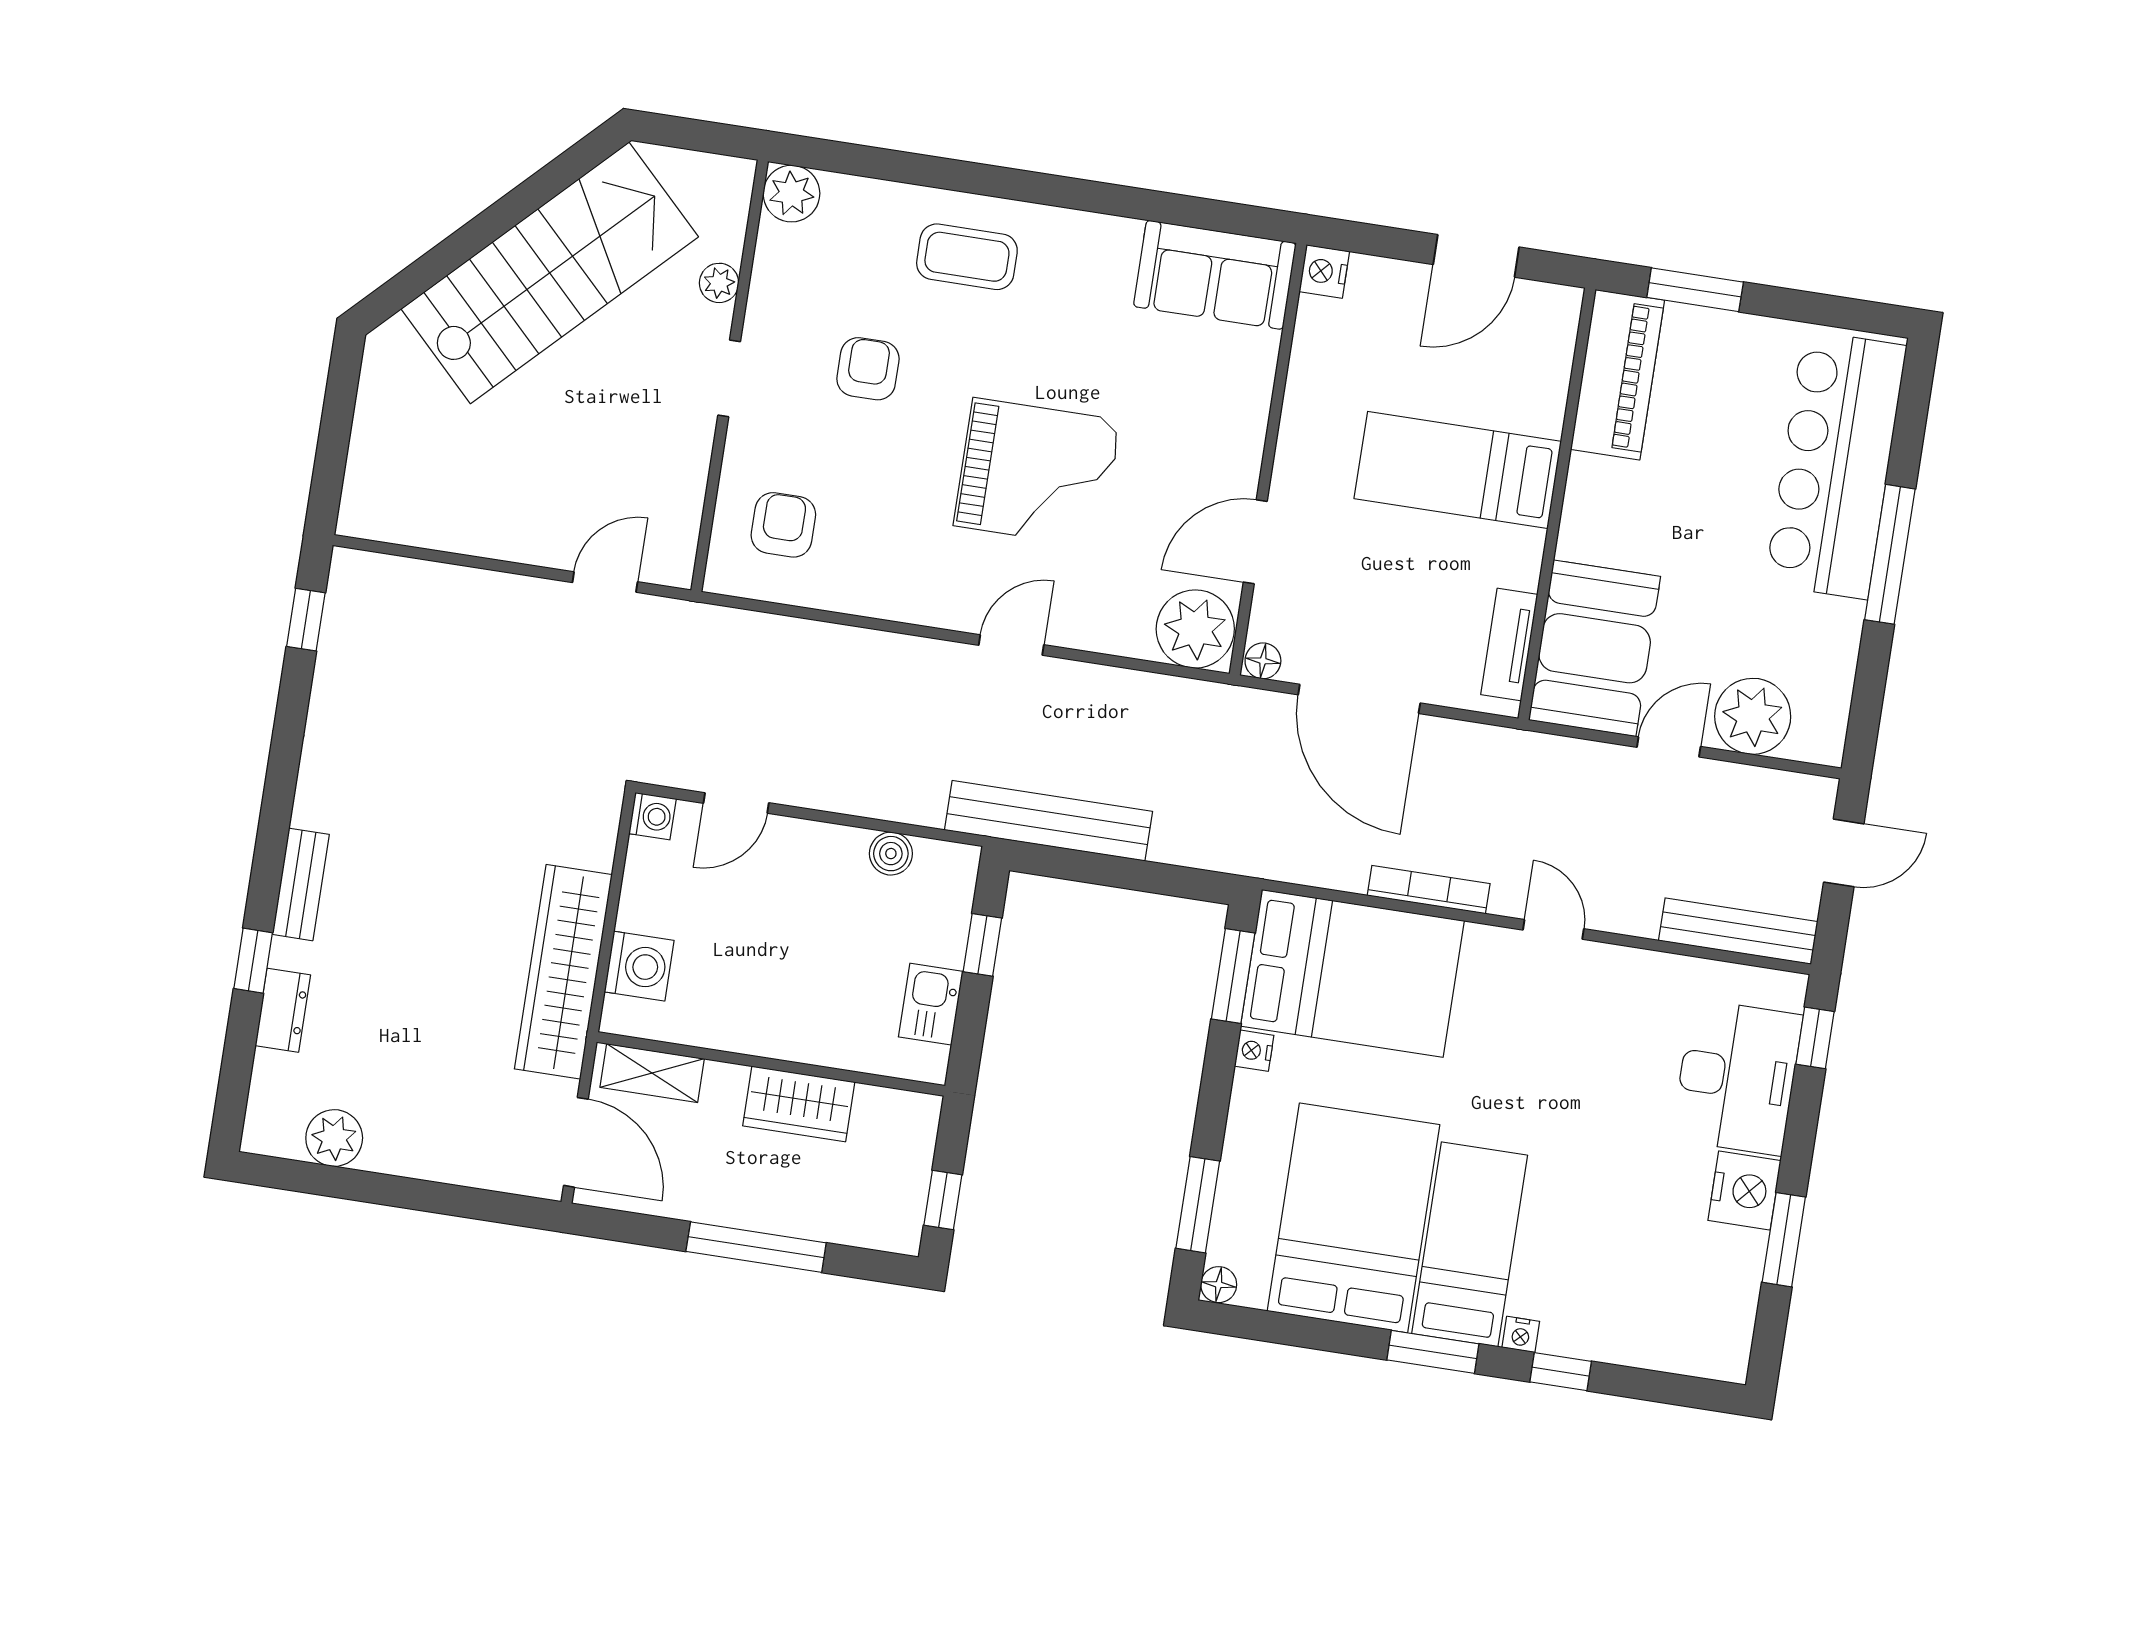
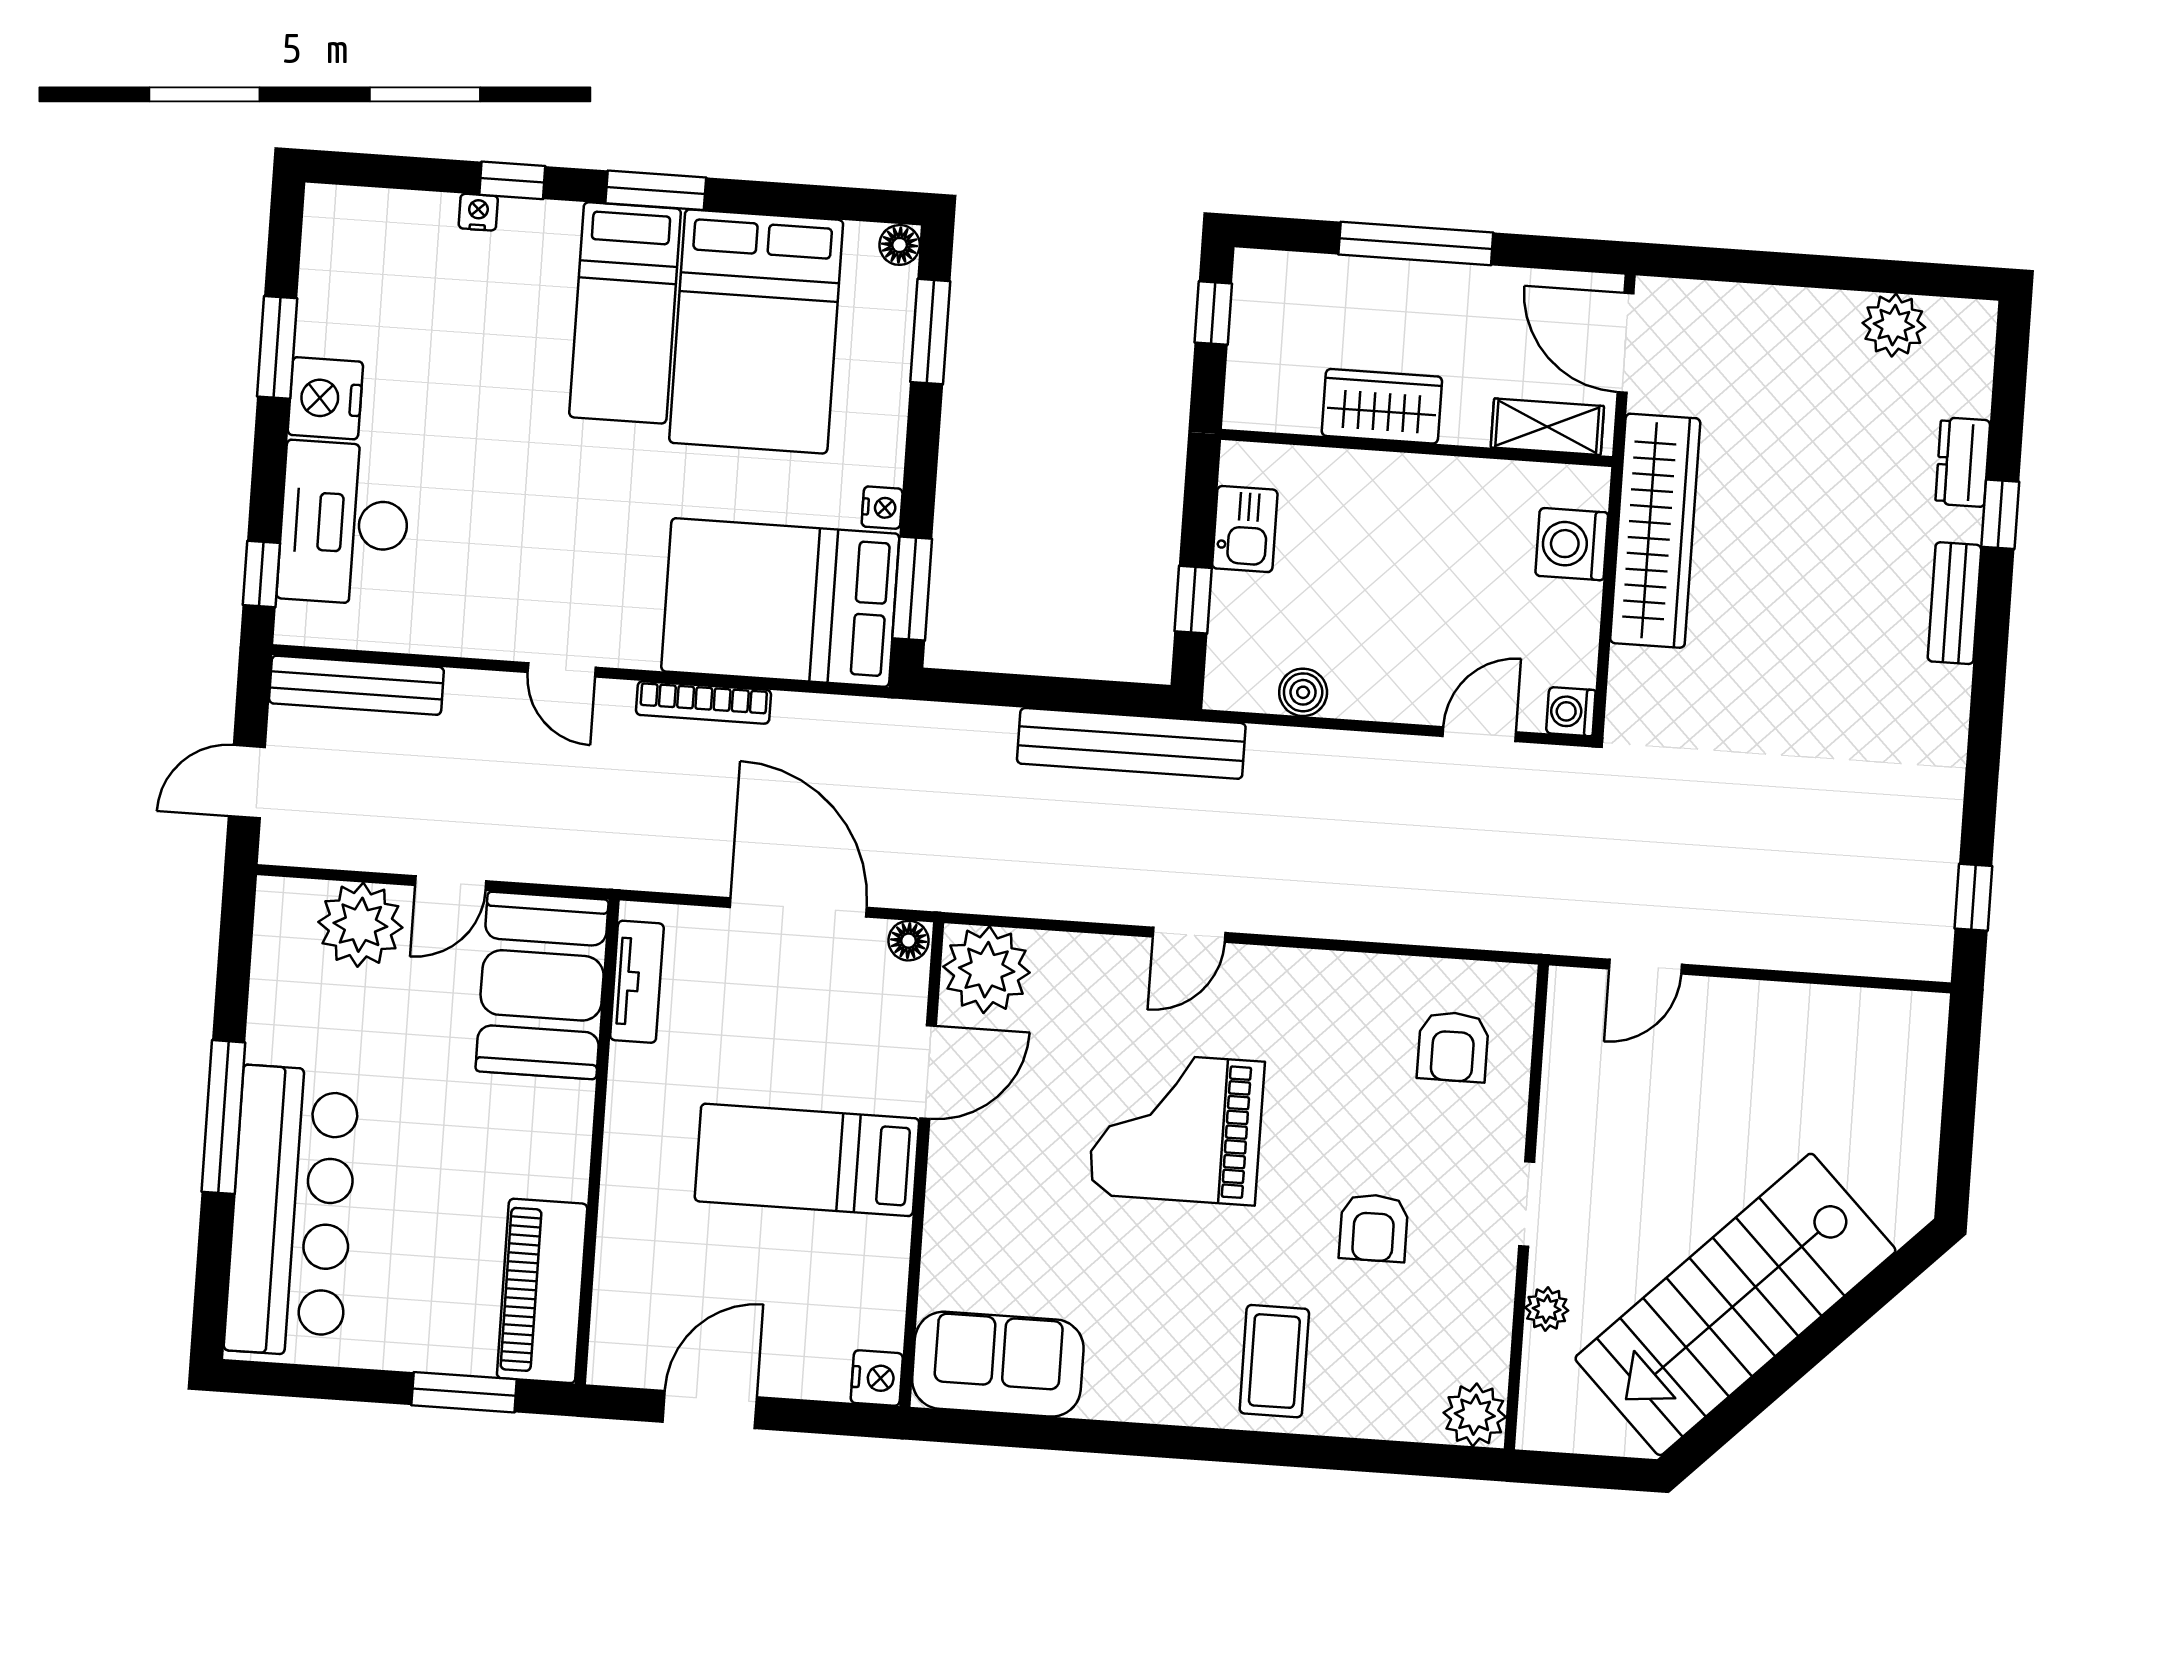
coffee table: (967, 257) -> (1274, 1361), turned 90
bed: (1458, 470) -> (807, 1160), moved, turned 180
nightstand: (1521, 1334) -> (478, 212), moved

